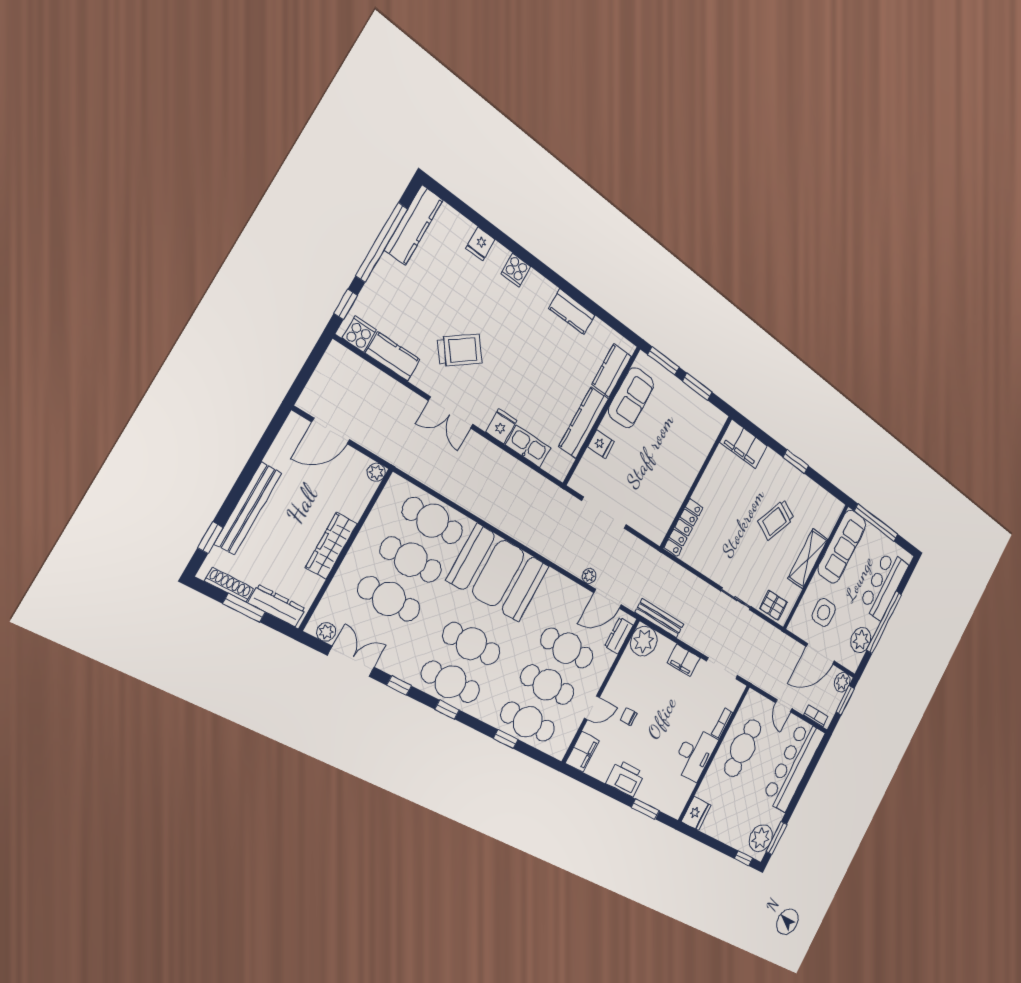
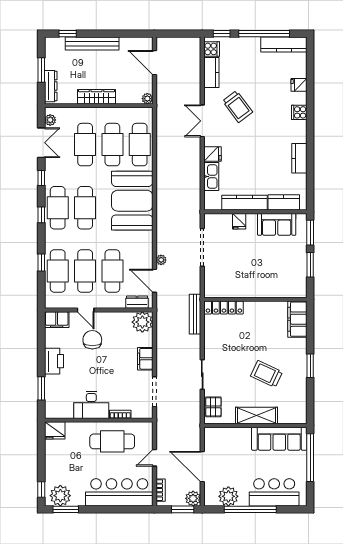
shoe rack: (229, 585) -> (49, 56), removed
side table: (824, 612) -> (230, 452), removed
bench: (659, 618) -> (195, 314), moved
chair: (629, 717) -> (92, 340), width x1.87, depth x1.87

